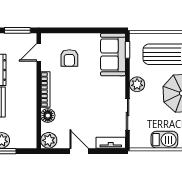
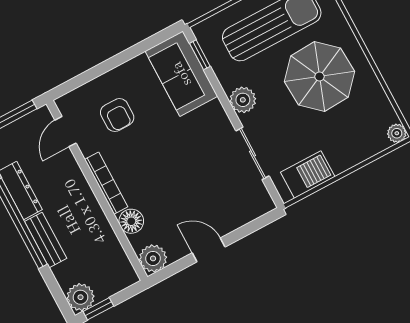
barbecue: (164, 140) -> (308, 175), moved
tv unit: (111, 143) -> (250, 211), removed

